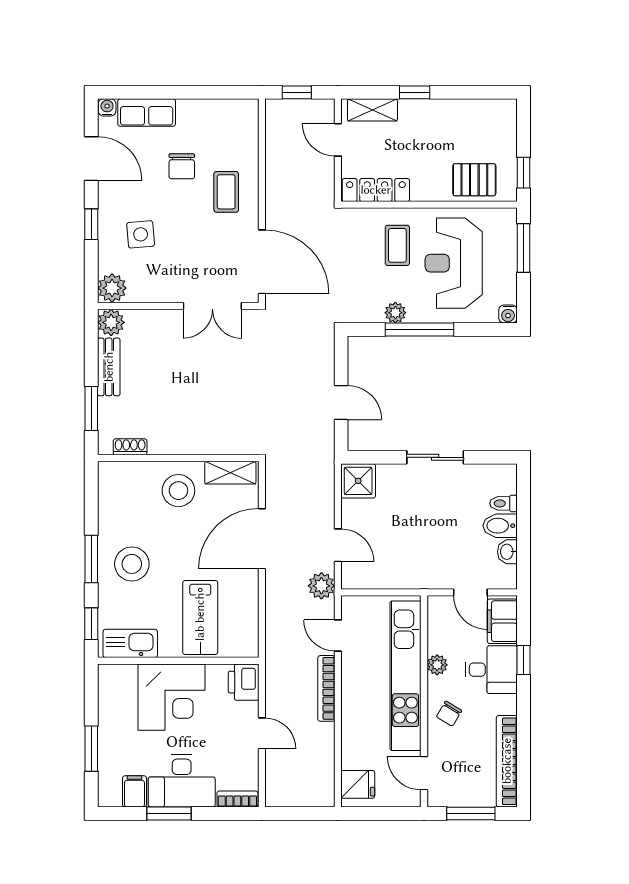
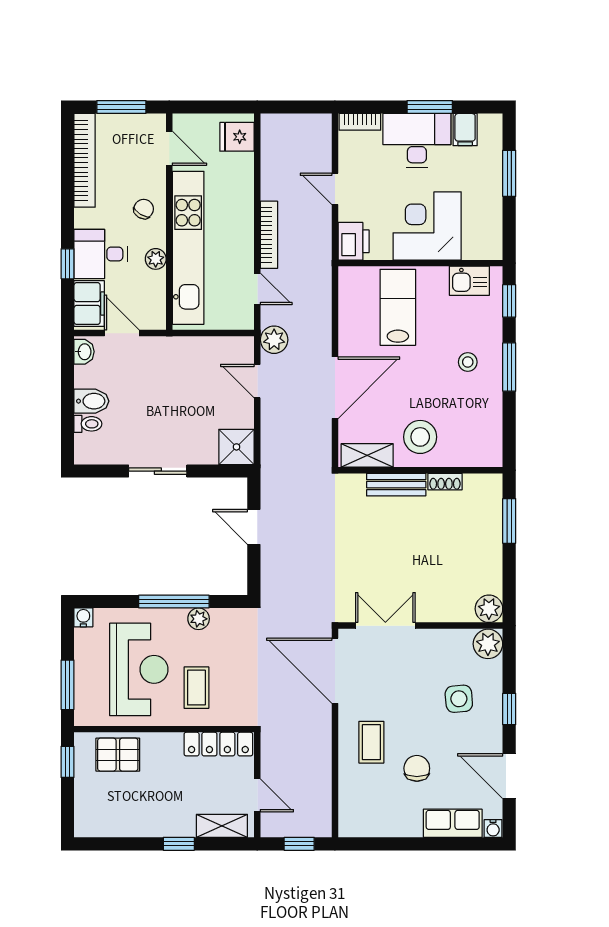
bench: (109, 367) -> (396, 485), moved, turned 90
shoe rack: (130, 447) -> (445, 482), moved
washbasin: (507, 552) -> (84, 352), moved
stool: (132, 564) -> (468, 362), width x0.53, depth x0.53
kitchen sink: (130, 643) -> (469, 281), width x0.73

